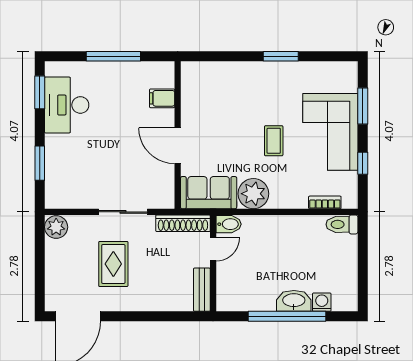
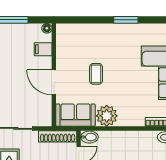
floor lamp: (168, 68) -> (47, 28), added
coffee table: (274, 141) -> (96, 74), moved

